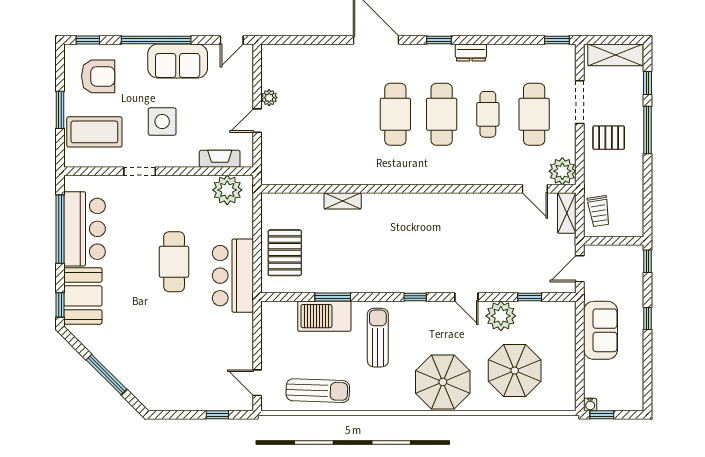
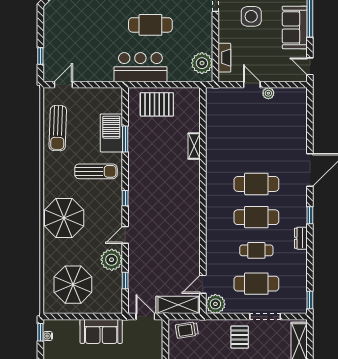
shelving: (567, 213) -> (178, 305), width x1.50, depth x1.33
parasol: (515, 371) -> (73, 285), moved
water cooler: (590, 405) -> (48, 336), moved

